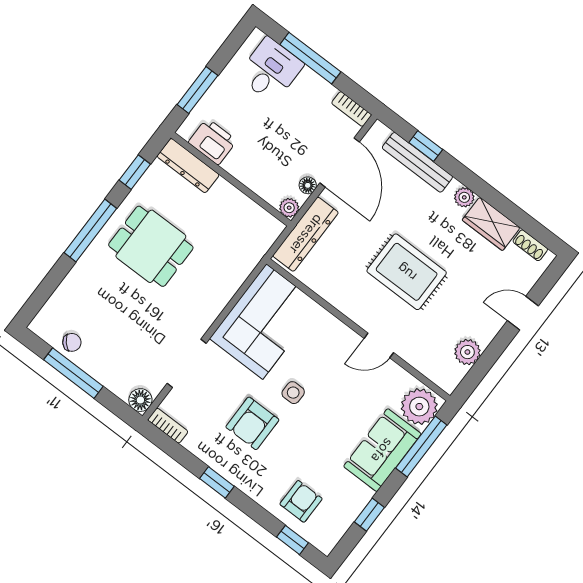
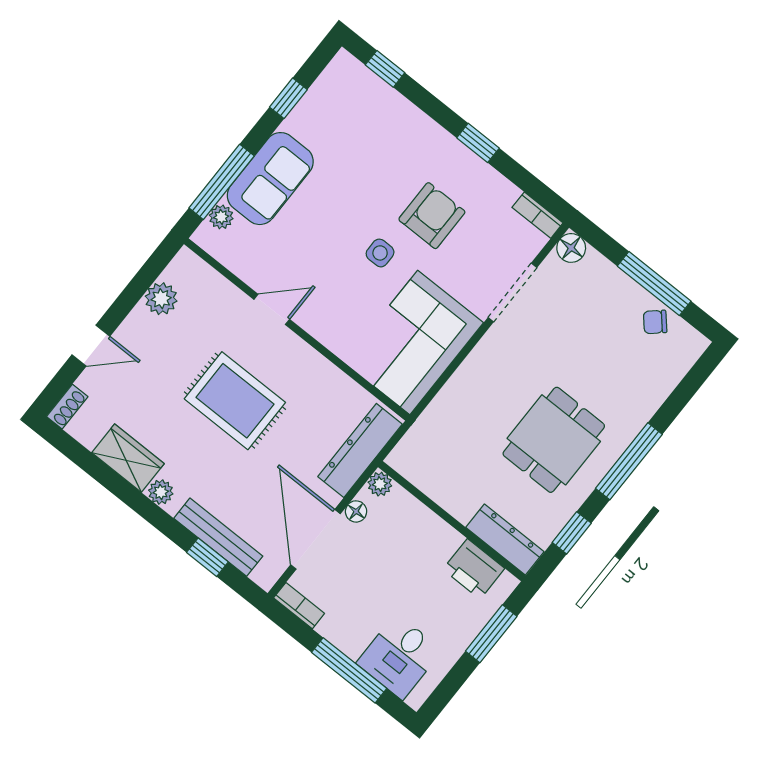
shoe rack: (530, 245) -> (67, 407), moved, turned 90
dining table: (151, 246) -> (554, 440), turned 90
plant: (419, 407) -> (221, 217), width x0.53, depth x0.53
armchair: (301, 501) -> (373, 117), removed

